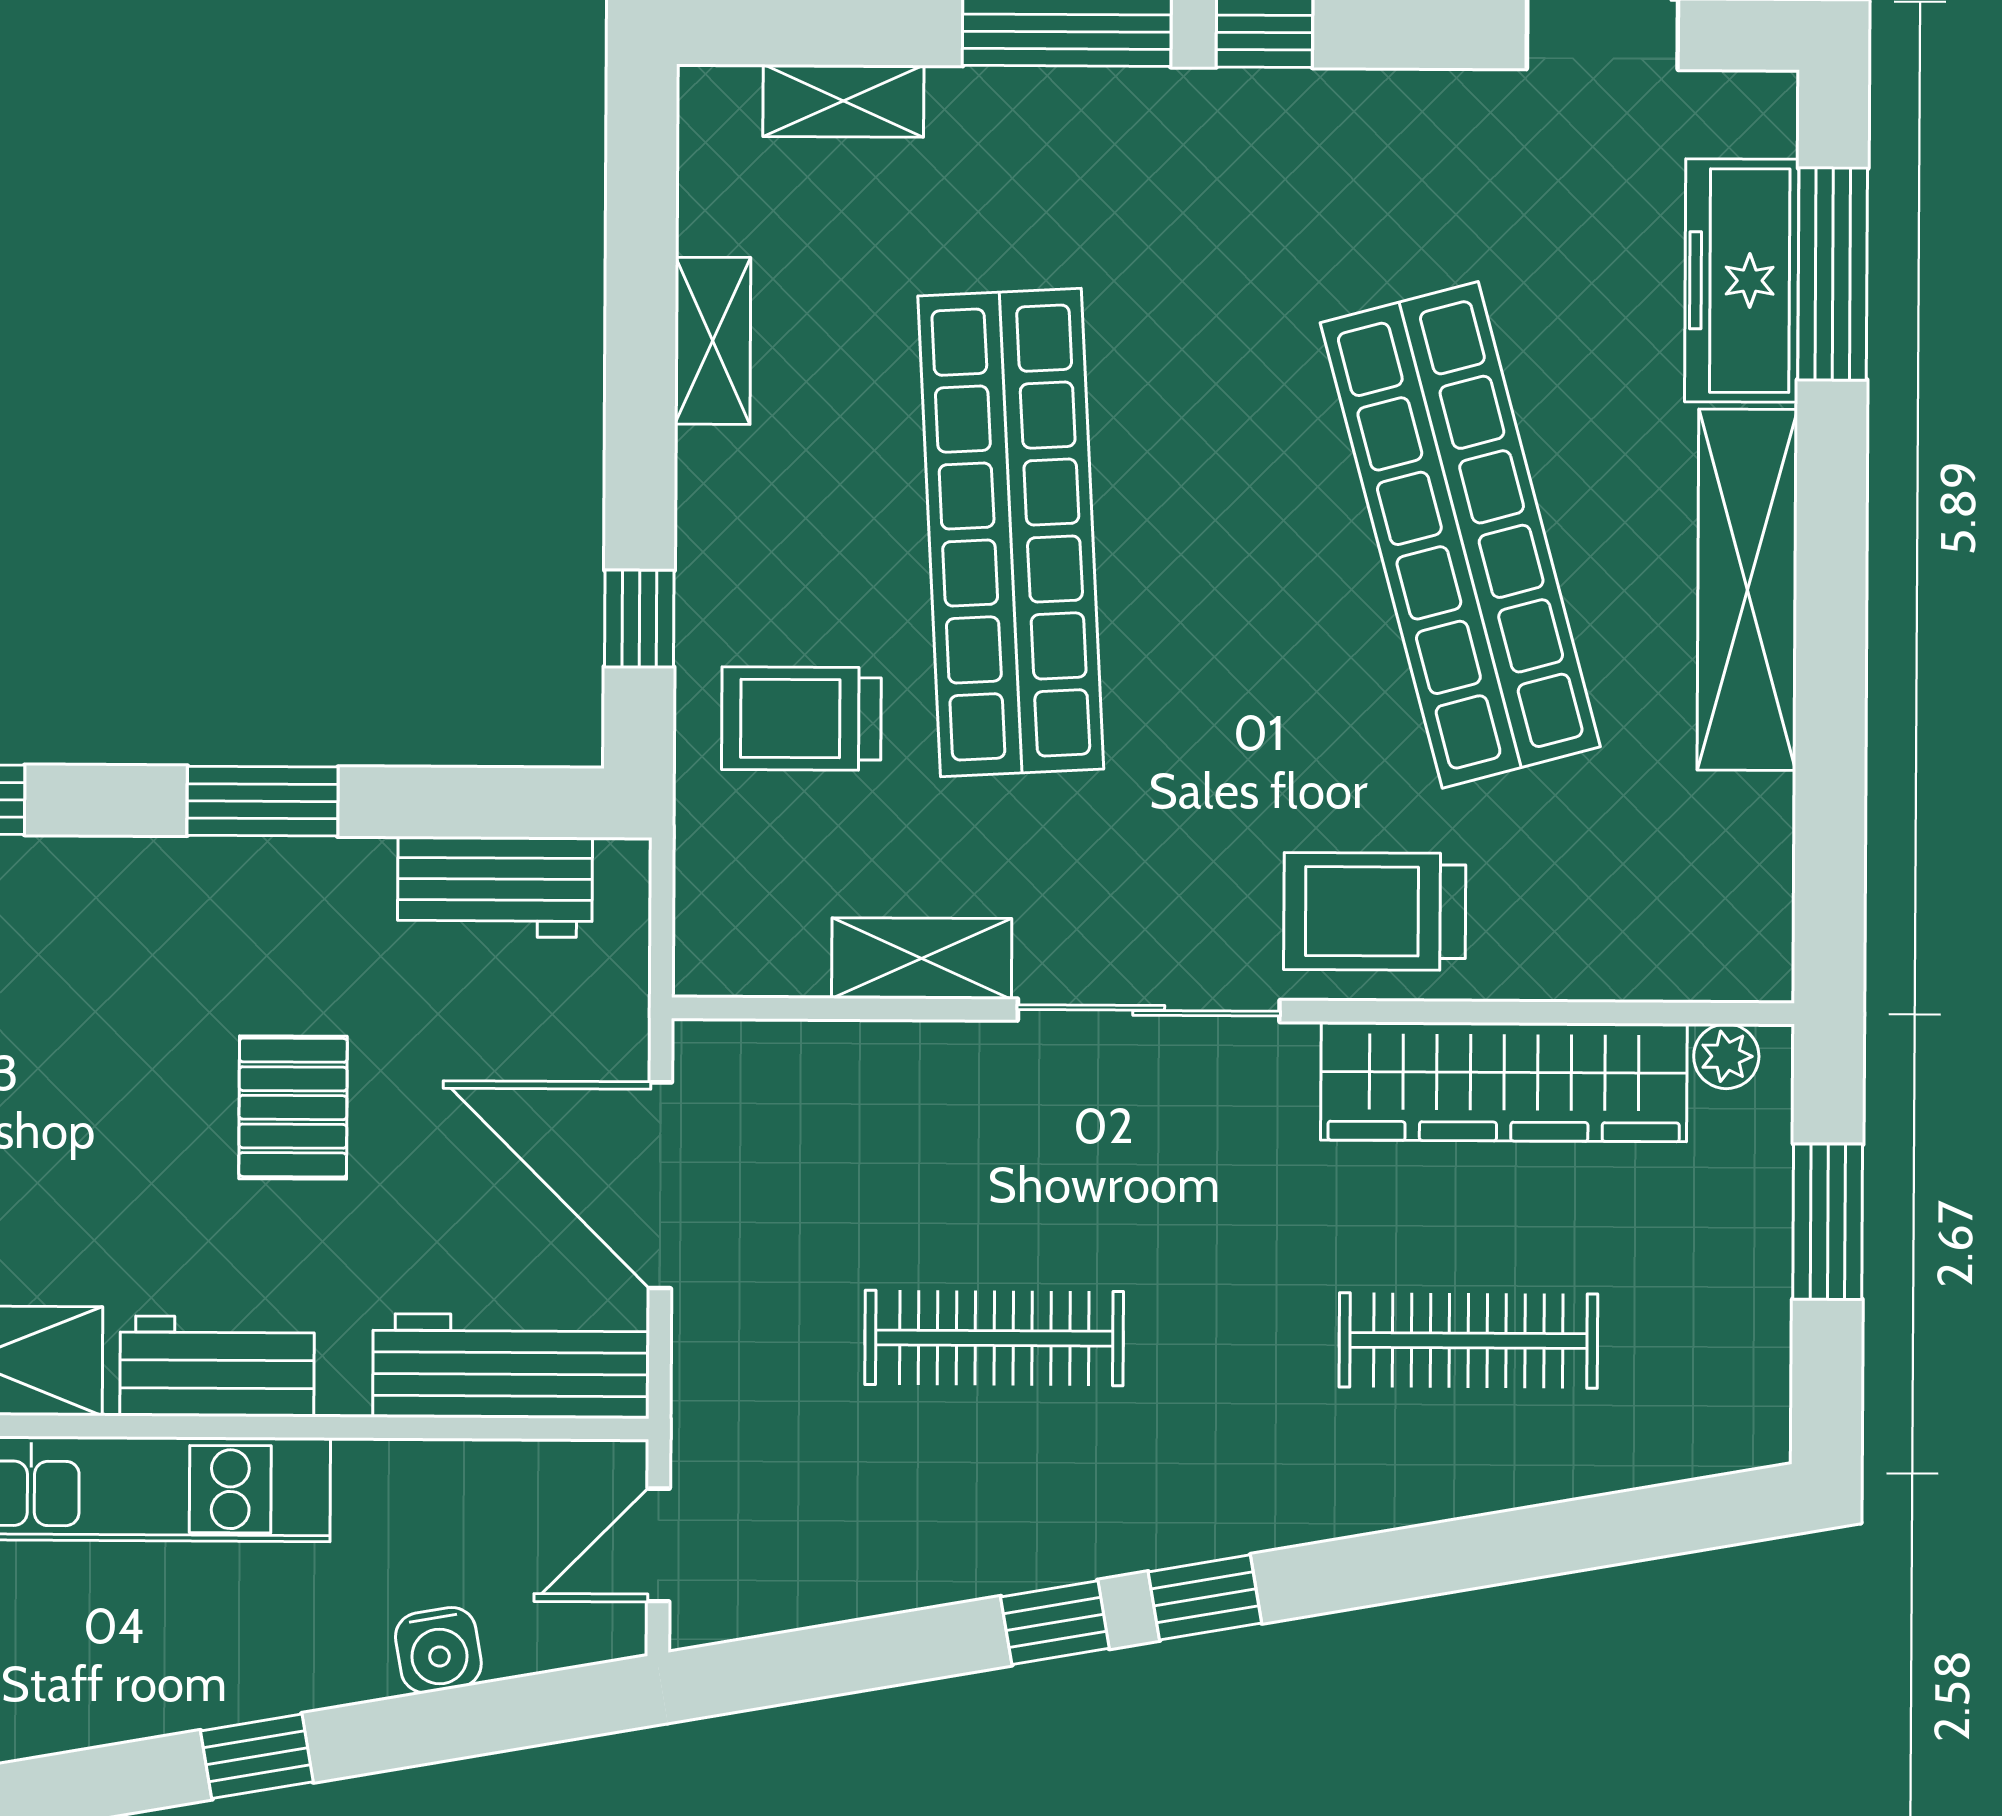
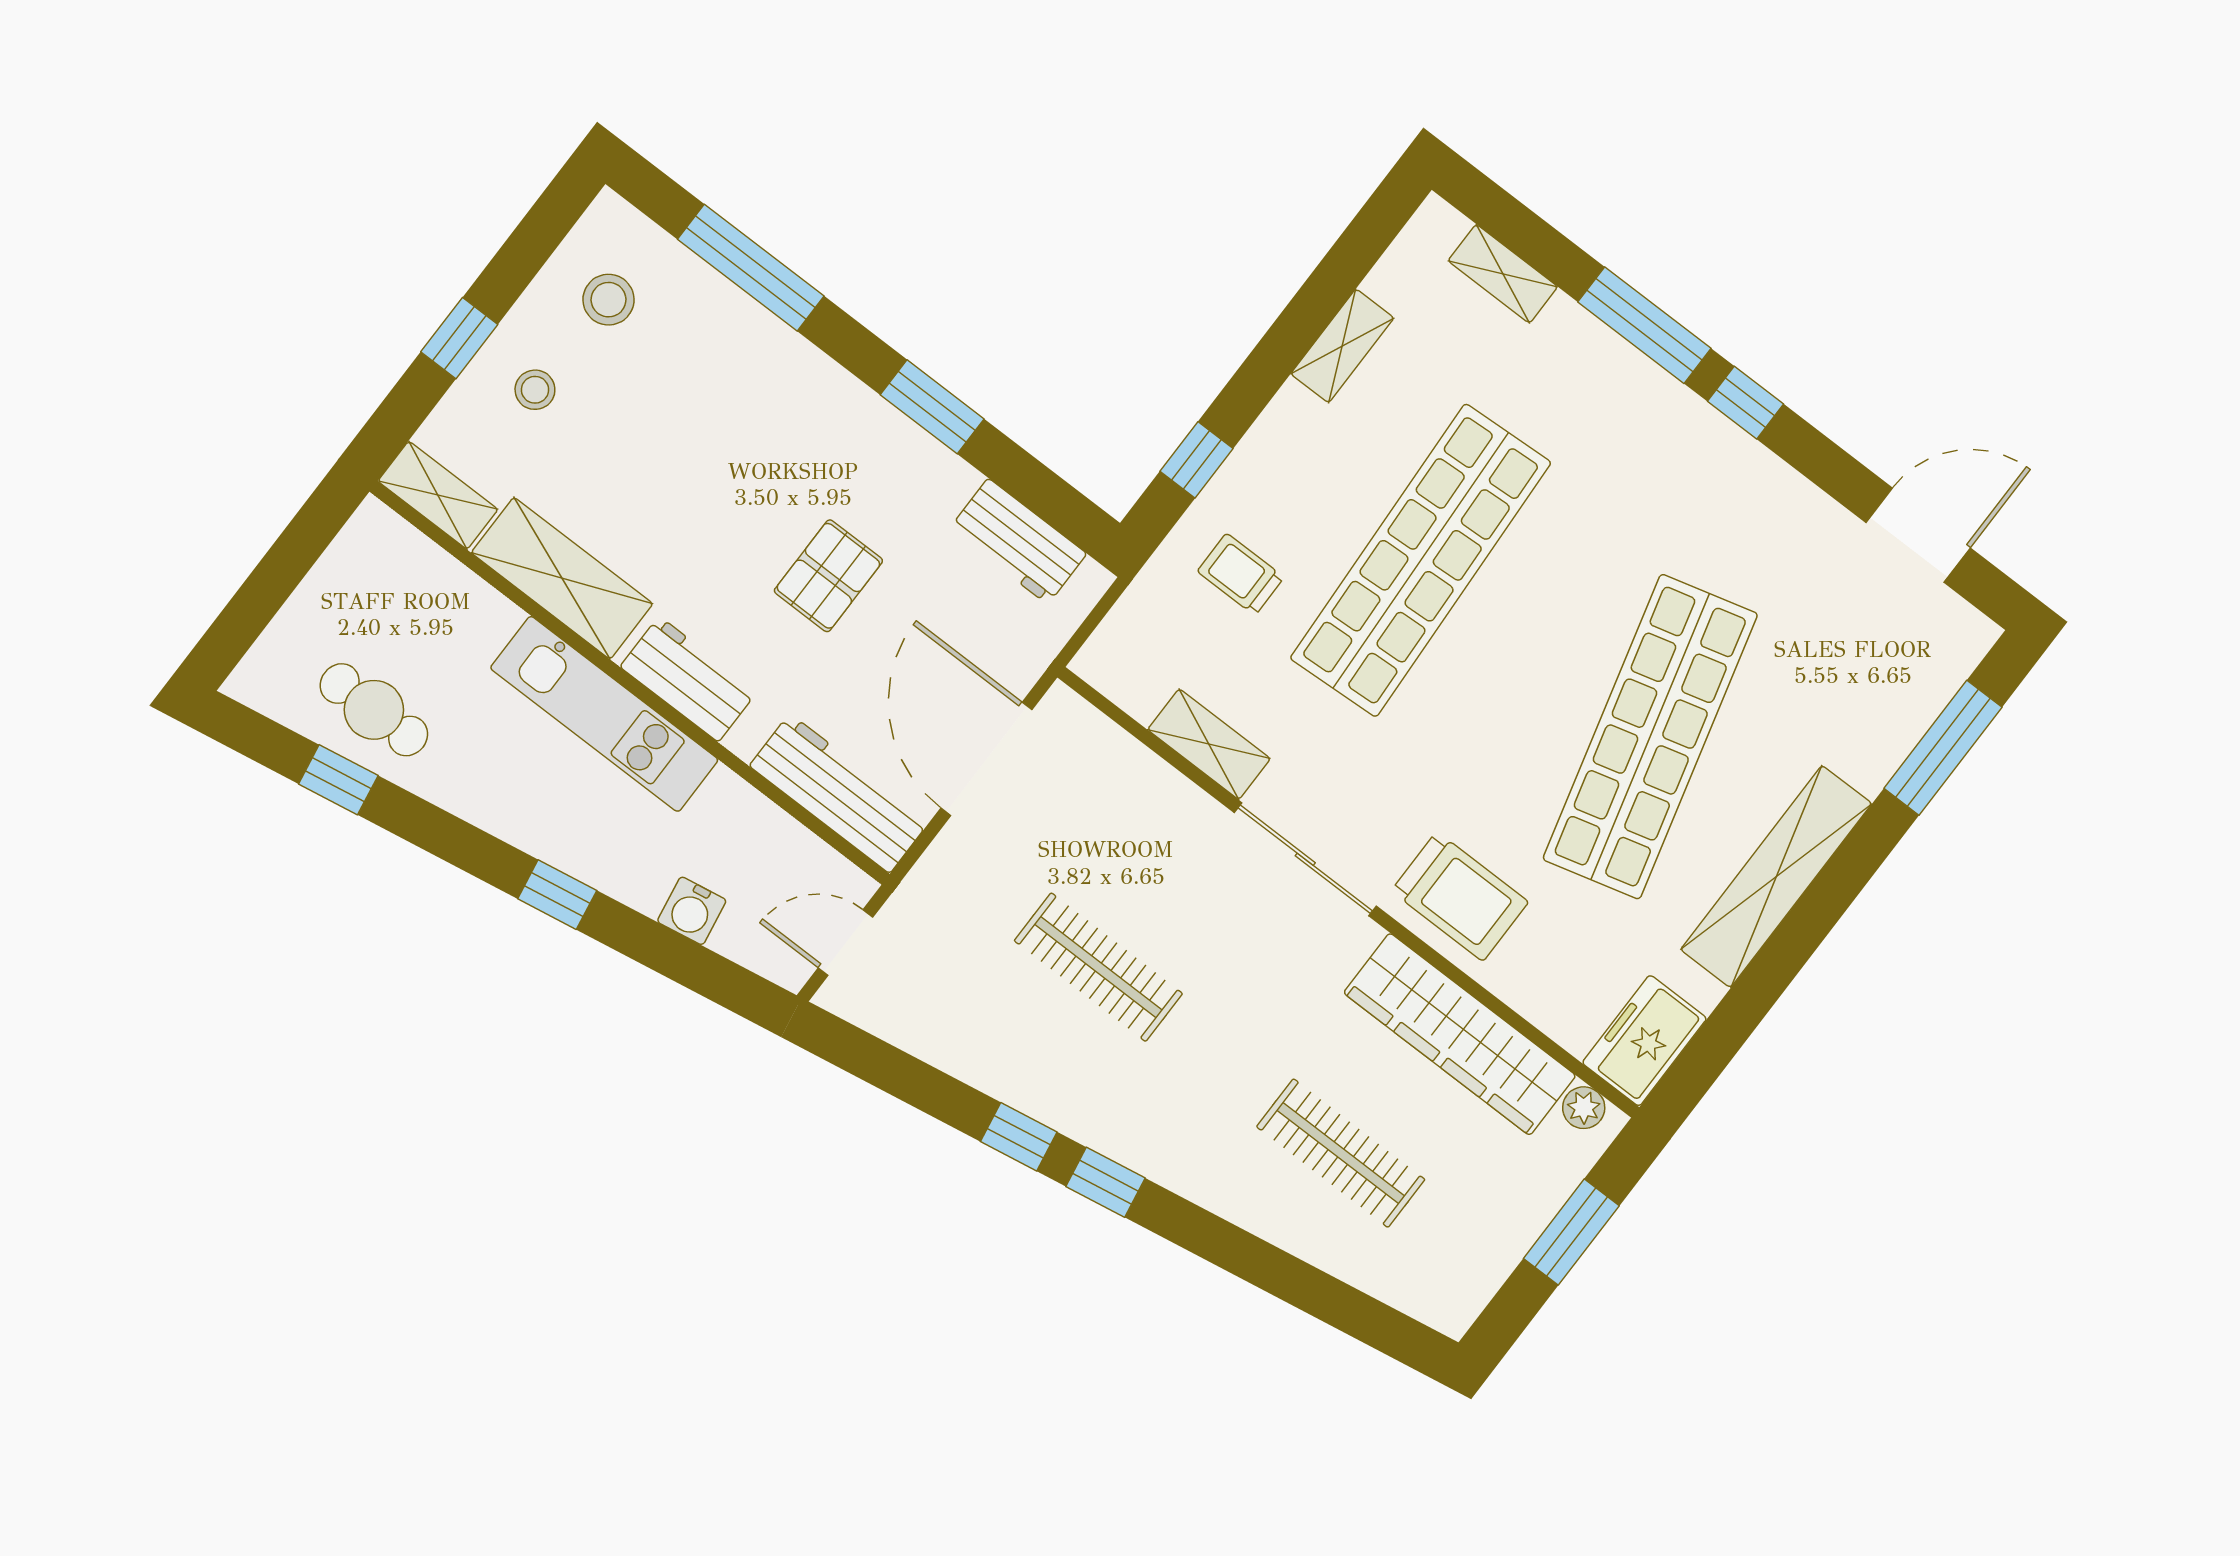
freezer: (1742, 281) -> (1644, 1041), moved, width x0.71
trolley: (801, 719) -> (1241, 574), width x0.73, depth x0.72
trolley: (1375, 911) -> (1460, 896), turned 180

